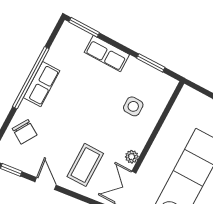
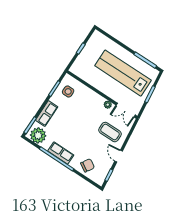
plant: (68, 42) -> (38, 135), added
side table: (133, 106) -> (68, 92), moved
door: (46, 183) -> (119, 156), hinge flipped

